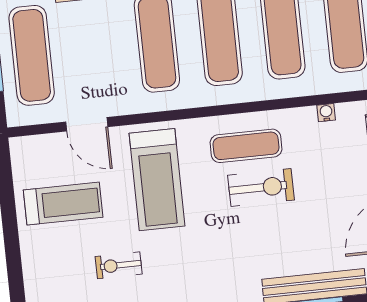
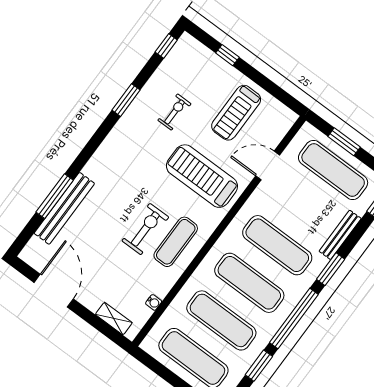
exercise bike: (261, 188) -> (145, 229), turned 180
window: (14, 265) -> (227, 55), added

